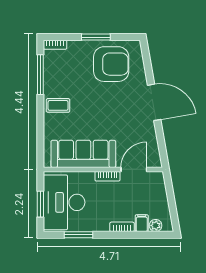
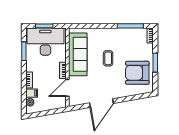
armchair: (111, 64) -> (137, 73), turned 90
door: (154, 102) -> (101, 103), moved
coffee table: (58, 105) -> (108, 58), moved
door: (134, 169) -> (67, 88), swing flipped

